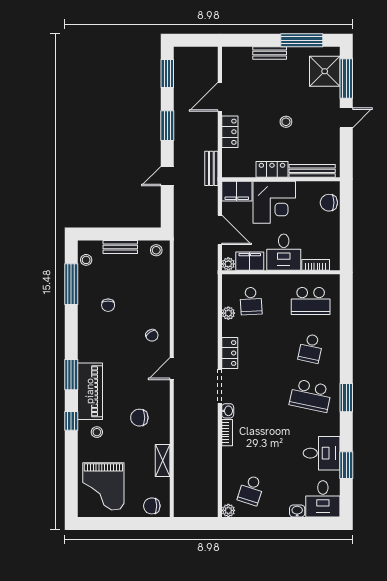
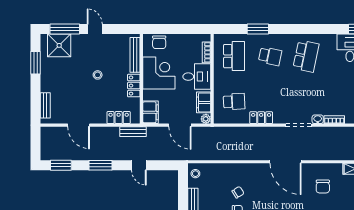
window: (302, 40) -> (36, 63), width x0.69
bench: (270, 53) -> (45, 105), moved
locker: (230, 132) -> (119, 118), moved
corner desk: (274, 202) -> (159, 73), moved
door: (220, 230) -> (180, 125), swing flipped
plant: (228, 313) -> (243, 119), removed
chair: (152, 335) -> (238, 192), moved
locker: (230, 353) -> (261, 118), moved
door: (172, 369) -> (286, 162), width x1.88
window: (346, 398) -> (258, 29), moved

